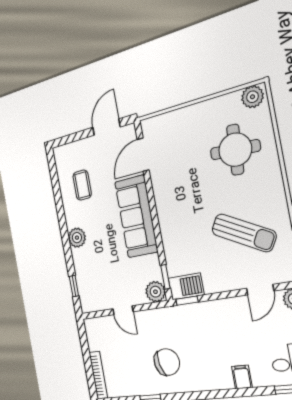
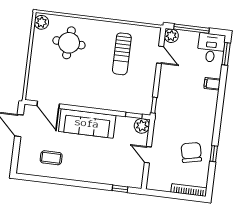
sun lounger: (244, 233) -> (122, 54), turned 151
plant: (77, 238) -> (86, 175), removed
barbecue: (186, 286) -> (144, 103), removed
door: (123, 310) -> (148, 155), swing flipped
chair: (167, 362) -> (191, 152), moved

